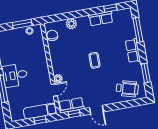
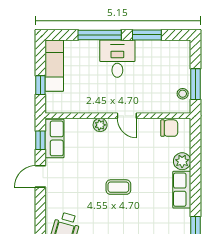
row of seats: (101, 19) -> (182, 190), moved
door: (54, 90) -> (127, 116), moved
exam couch: (40, 111) -> (54, 66), moved

